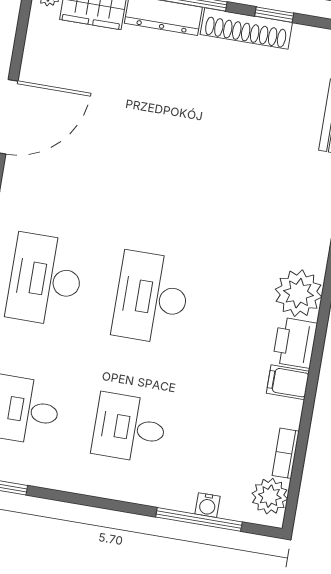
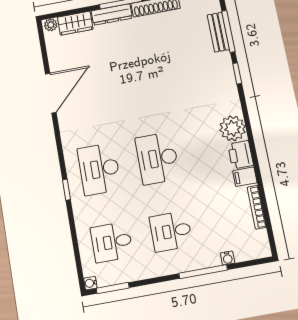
bookcase: (286, 453) -> (257, 207), width x1.56
plant: (270, 496) -> (259, 241), removed
window: (199, 519) -> (203, 272), moved

